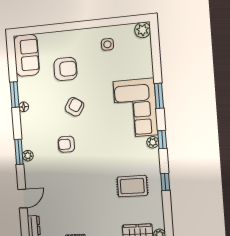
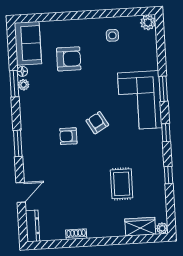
floor lamp: (24, 107) -> (22, 71), moved
armchair: (75, 107) -> (97, 123), moved, turned -63
plant: (153, 142) -> (157, 135), removed
plant: (28, 156) -> (24, 85), moved
rug: (132, 186) -> (122, 184), moved, turned 90

